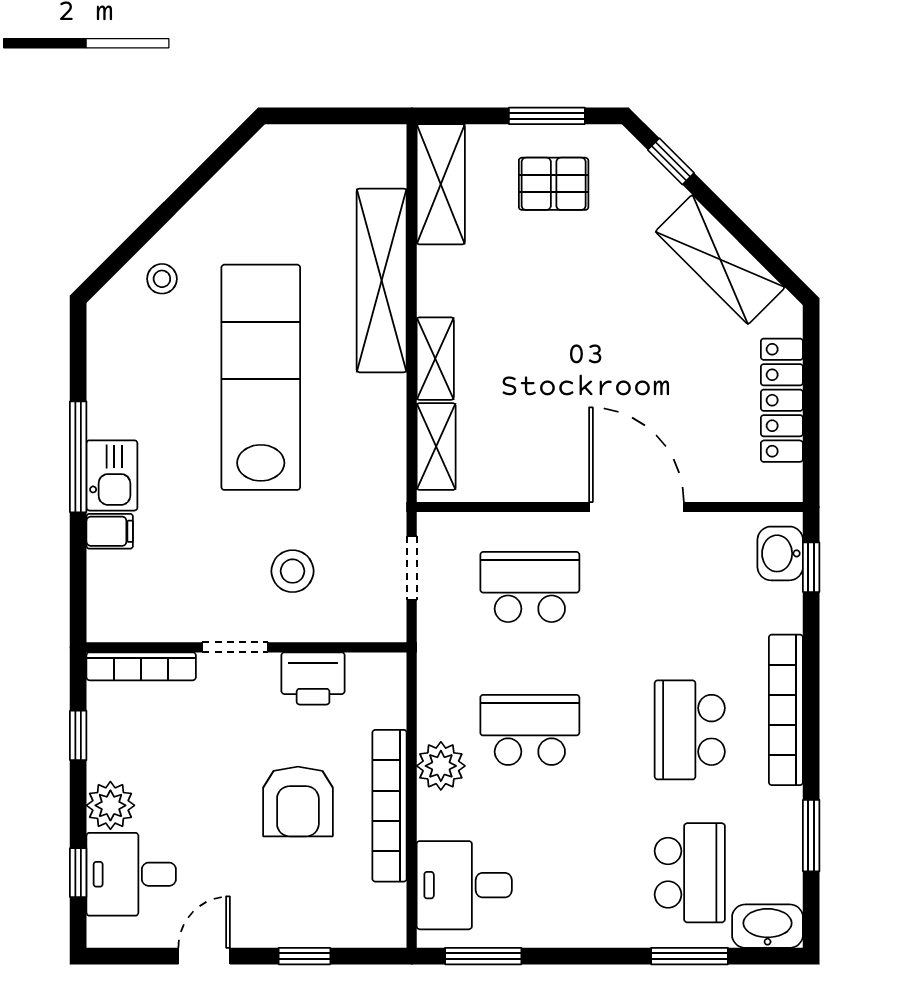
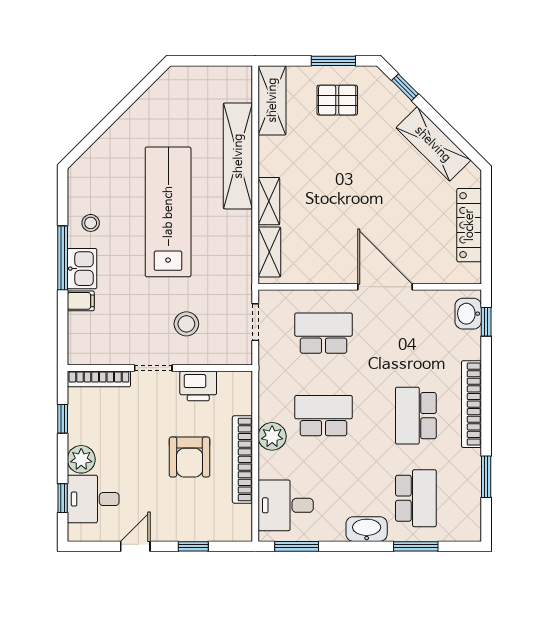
stool: (162, 279) -> (91, 223), moved
washbasin: (768, 926) -> (367, 529), moved

